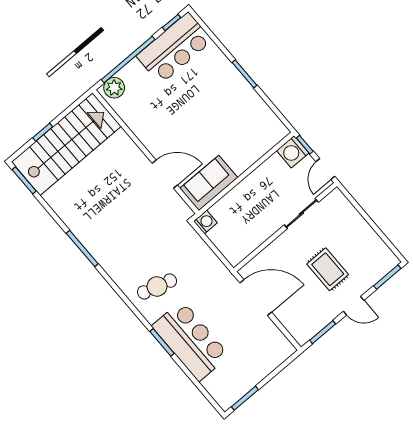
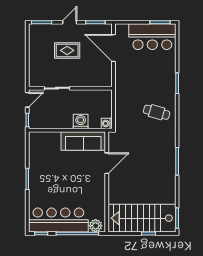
bar counter: (174, 48) -> (58, 220), width x1.36
washing machine: (293, 152) -> (81, 122), moved, turned -90
door: (165, 174) -> (107, 163), swing flipped
sofa: (209, 183) -> (83, 141), width x1.36
rug: (328, 269) -> (67, 50), turned 90
door: (256, 297) -> (114, 48), moved
door: (354, 306) -> (70, 22), hinge flipped
bar counter: (190, 341) -> (152, 37), moved, turned -90

